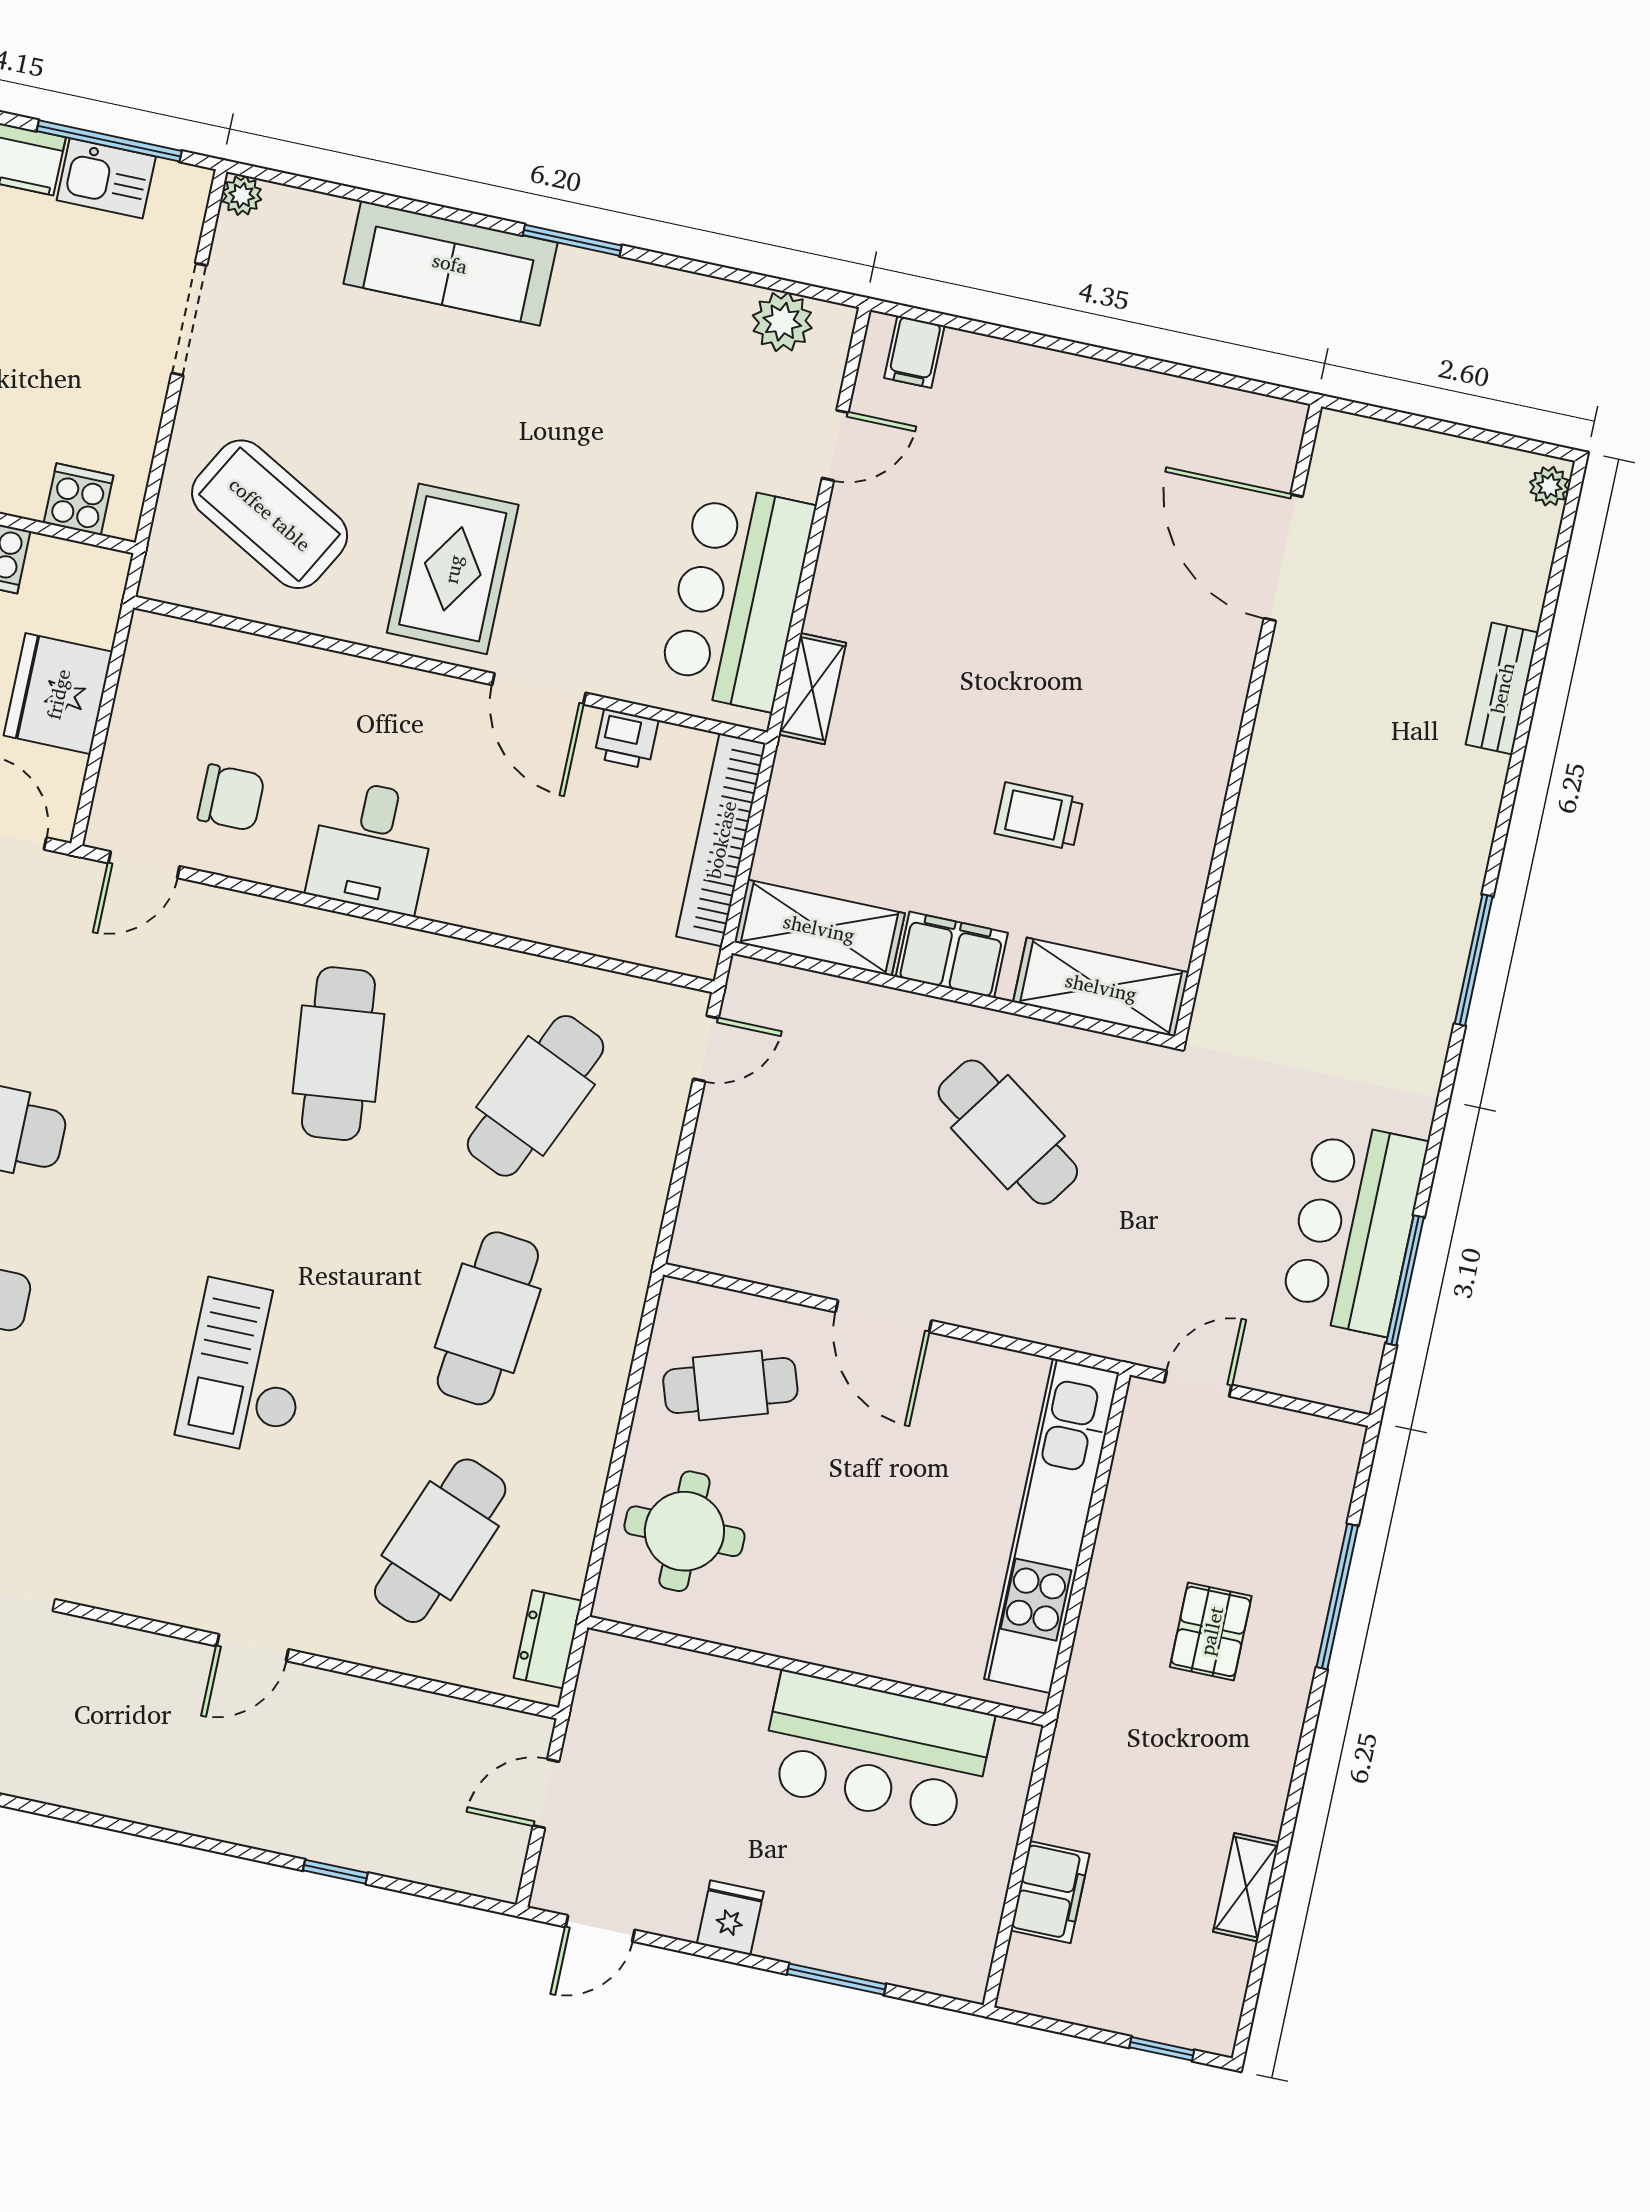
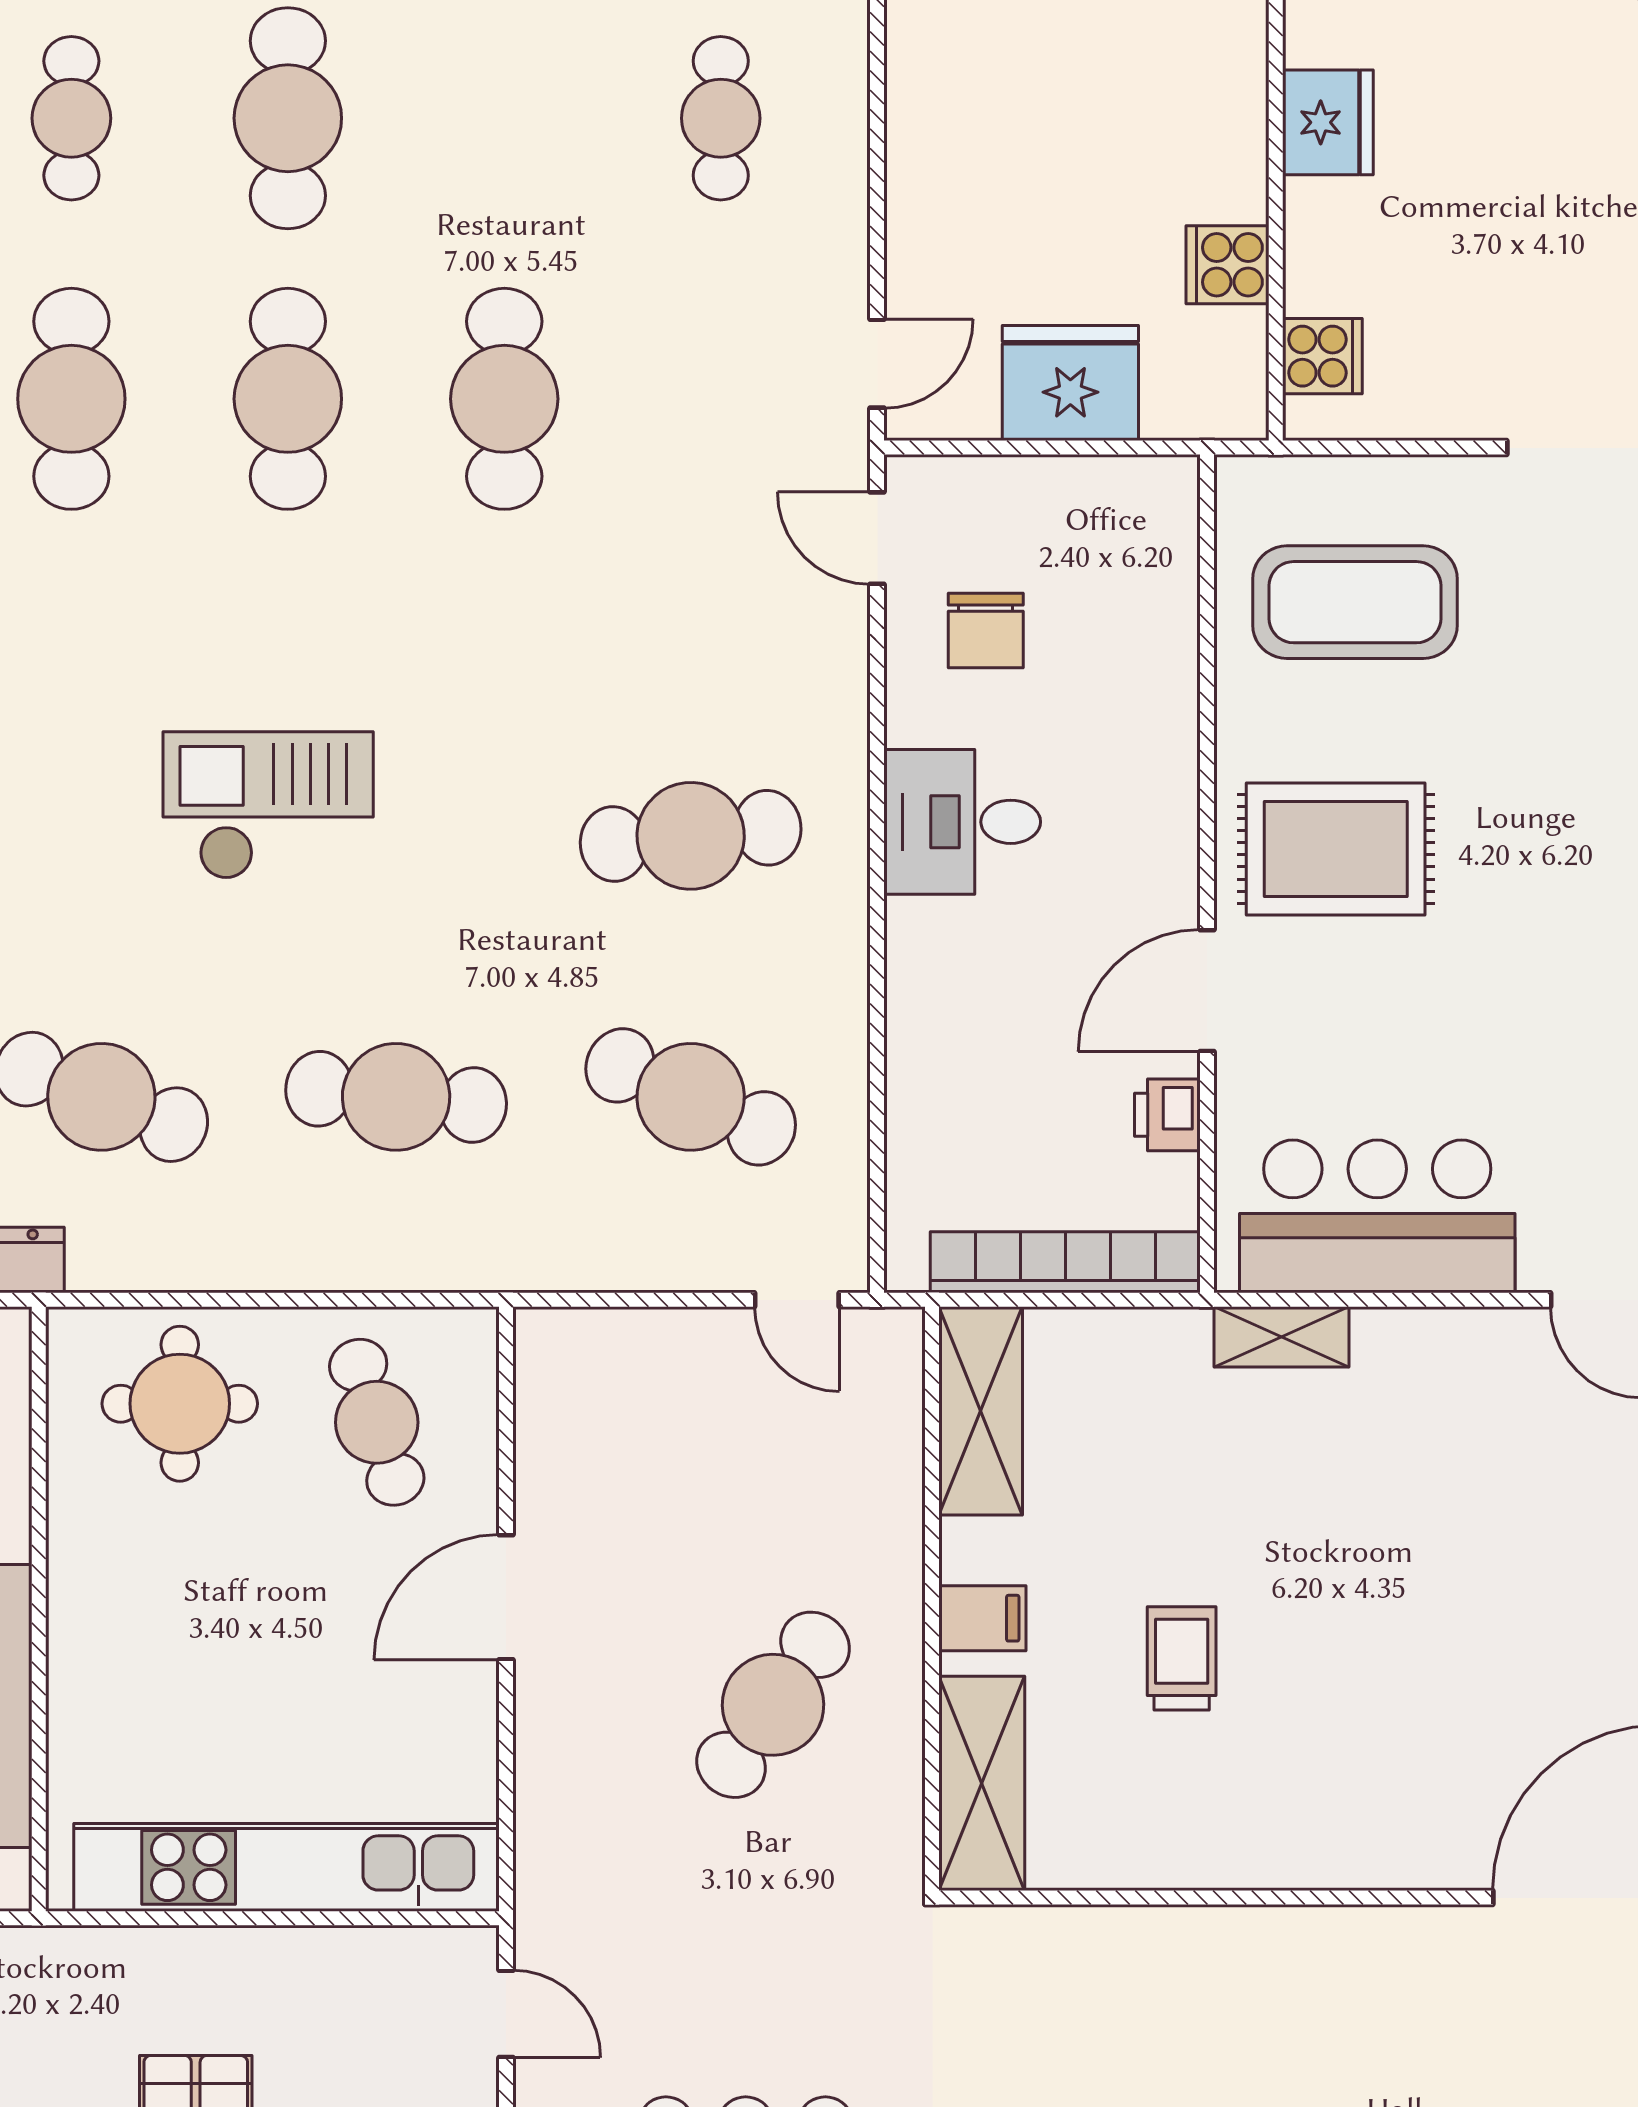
coffee table: (270, 514) -> (1355, 602), turned 61
filing cabinet: (952, 955) -> (982, 1618), width x0.50

